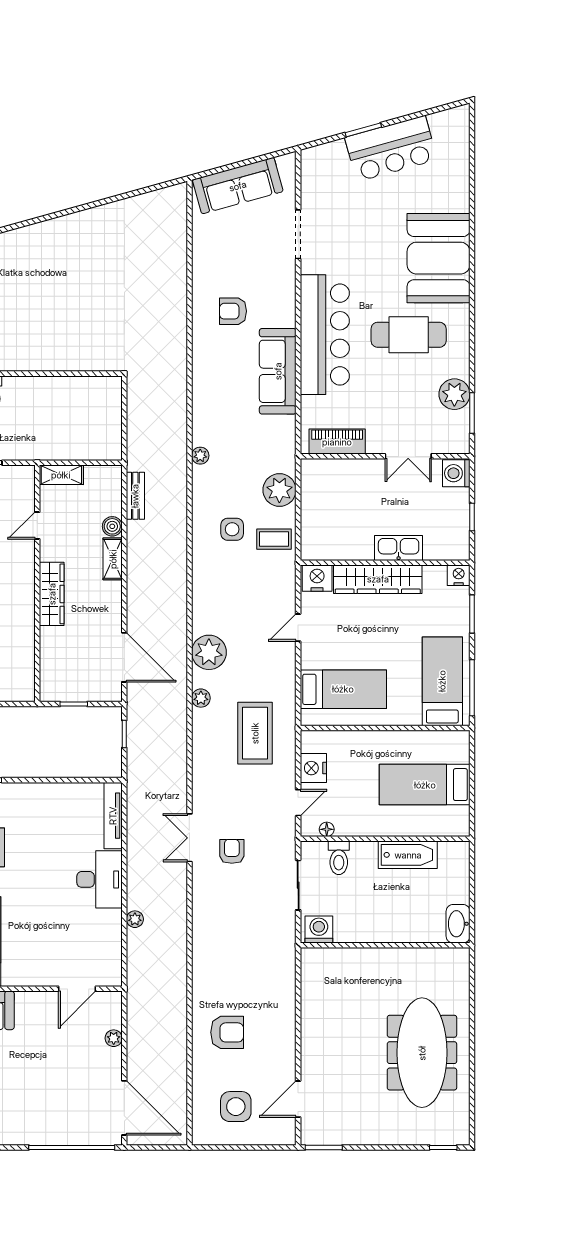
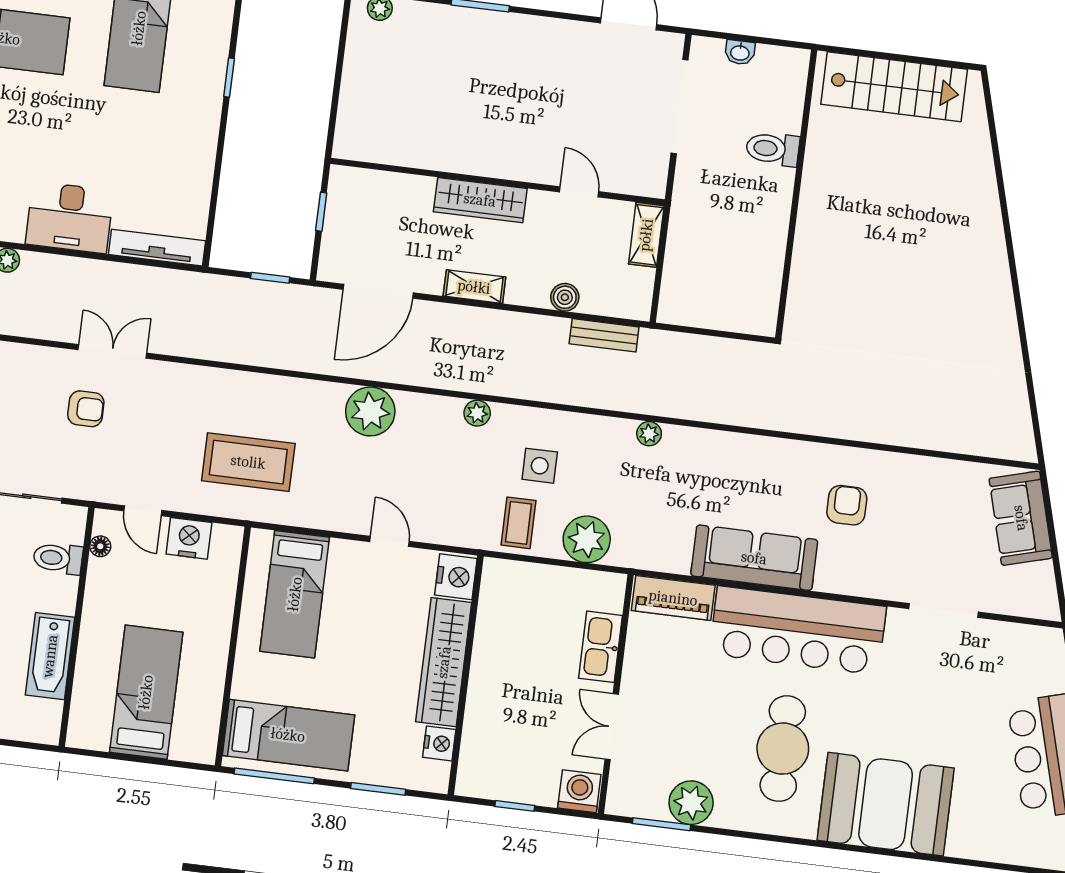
sofa: (238, 186) -> (1021, 518), width x0.73
piano: (337, 442) -> (673, 598), moved, turned 90
kitchen sink: (399, 548) -> (600, 647), moved, turned 180
shelving: (113, 559) -> (474, 287), moved
nightstand: (459, 575) -> (439, 743), moved
plant: (201, 698) -> (477, 413), moved

